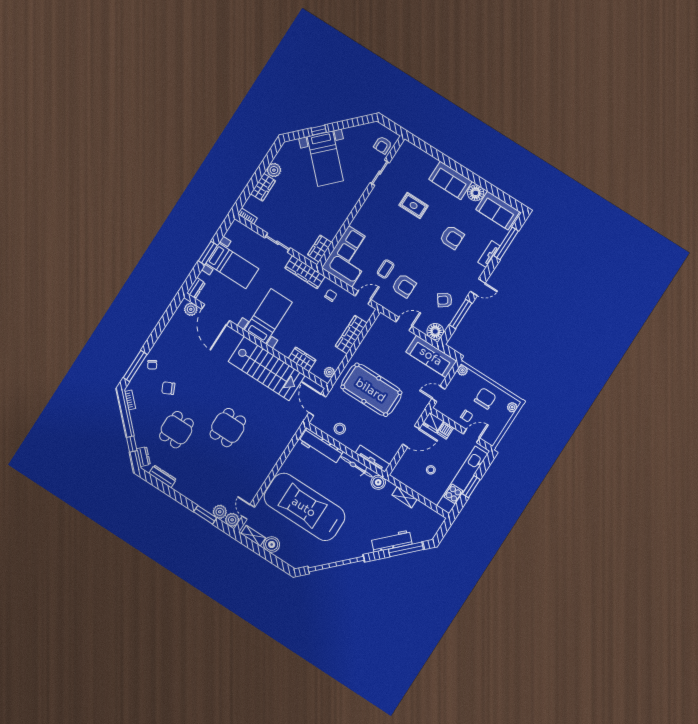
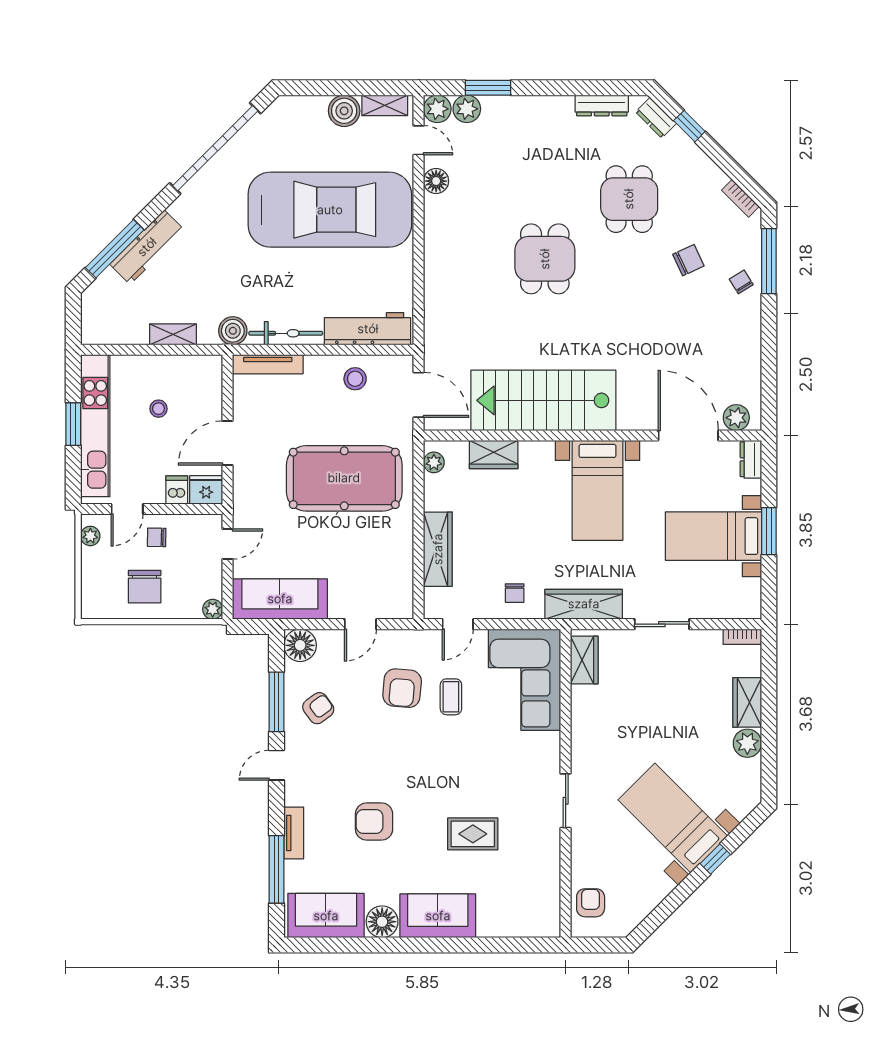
sliding door: (380, 173) -> (566, 801), moved
armchair: (404, 286) -> (402, 688), turned -85
plant: (512, 407) -> (90, 536), moved
floor lamp: (252, 490) -> (436, 181), added

